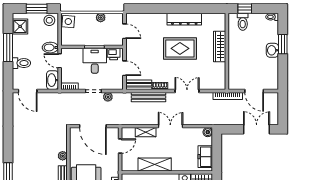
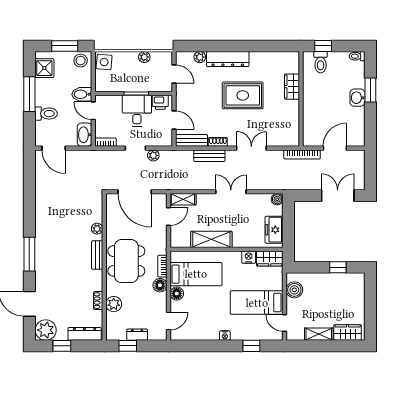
plant: (145, 18) -> (200, 57), added
dresser: (184, 19) -> (228, 59), moved
wardrobe: (220, 46) -> (292, 87), width x0.67
door: (254, 91) -> (335, 148), swing flipped
bench: (149, 97) -> (209, 156), width x0.73
shelving: (146, 132) -> (183, 199), moved

